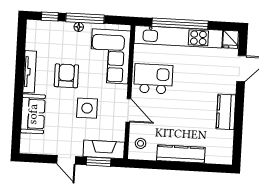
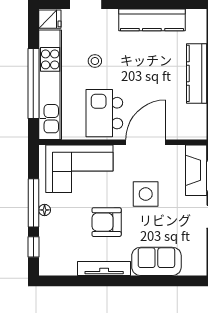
door: (128, 110) -> (146, 142), width x1.36
kitchen counter: (226, 112) -> (152, 20), width x1.50
stool: (141, 143) -> (95, 61), moved

